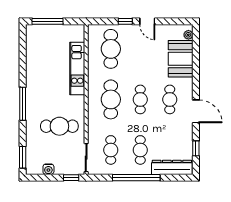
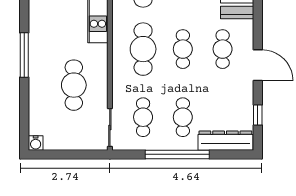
cafe table: (59, 126) -> (74, 85), turned 90
window: (23, 157) -> (24, 127), removed
water cooler: (48, 169) -> (36, 143), moved
window: (71, 178) -> (90, 154), removed

